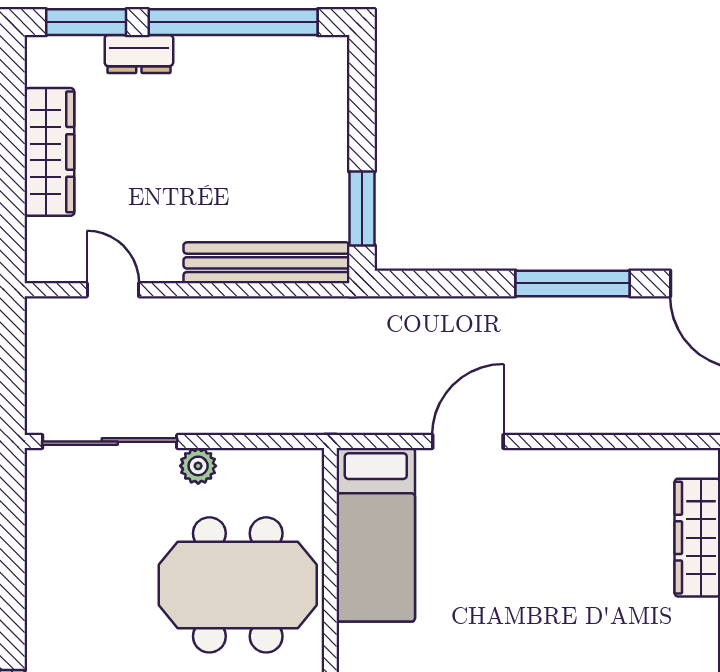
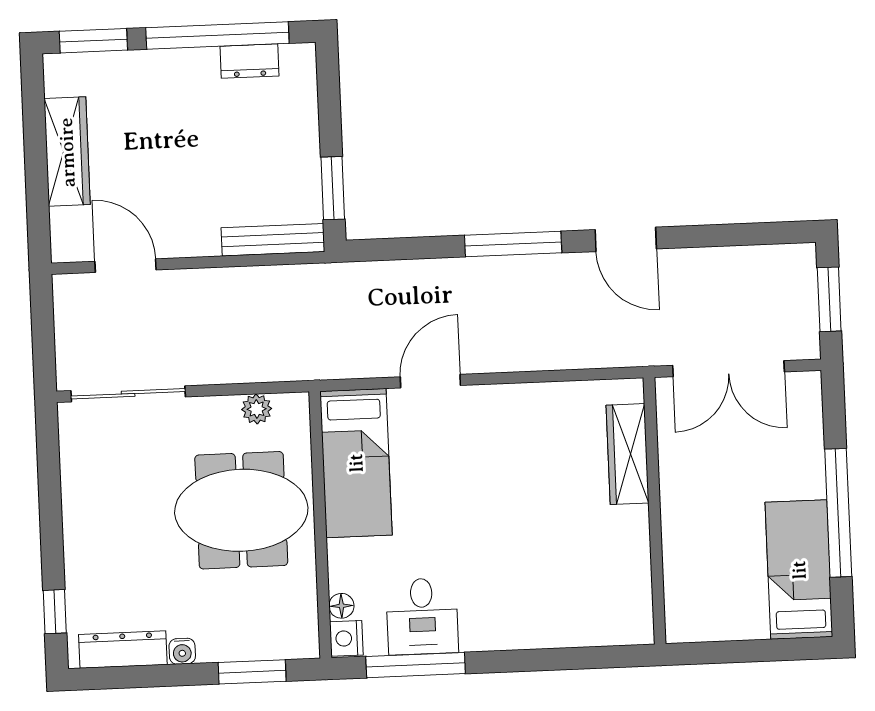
dresser: (139, 54) -> (249, 61), moved
bench: (266, 263) -> (273, 240), width x0.73, depth x0.82
door: (113, 290) -> (125, 266), width x1.38
plant: (198, 466) -> (257, 409), moved

